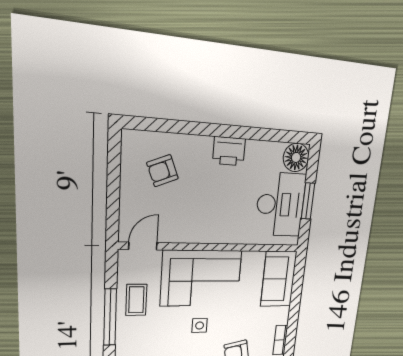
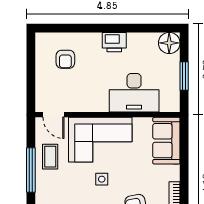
armchair: (163, 171) -> (65, 59), turned -68
desk: (280, 205) -> (134, 93), moved, turned 90
door: (143, 246) -> (53, 115), swing flipped

